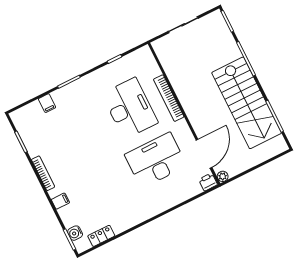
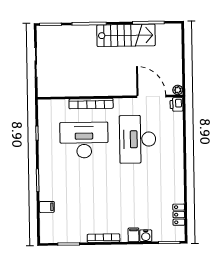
stairs: (247, 103) -> (126, 35), width x0.73, depth x0.66
water cooler: (75, 233) -> (146, 236), moved

